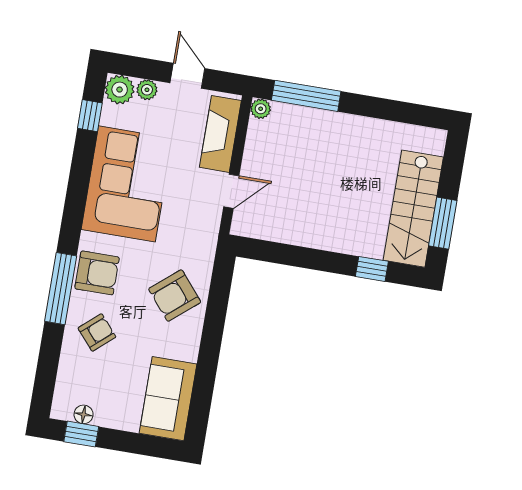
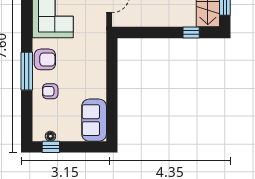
armchair: (175, 296) -> (88, 65), removed
armchair: (97, 332) -> (50, 91), turned -139

